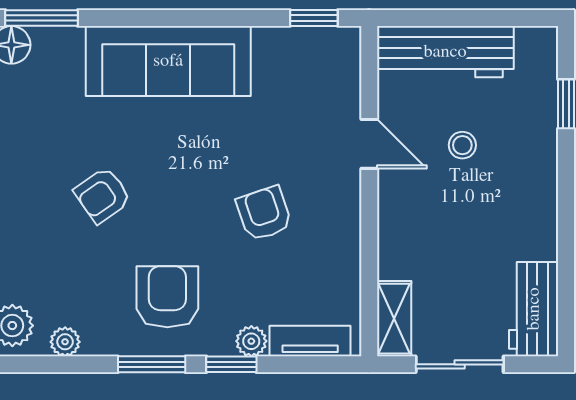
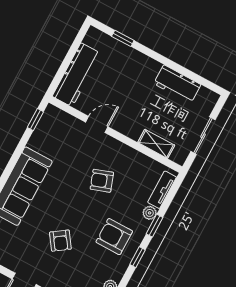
stool: (462, 145) -> (117, 88), removed
workbench: (534, 309) -> (177, 84), moved
shelving: (394, 319) -> (156, 144), moved
window: (152, 364) -> (138, 257), width x0.67

